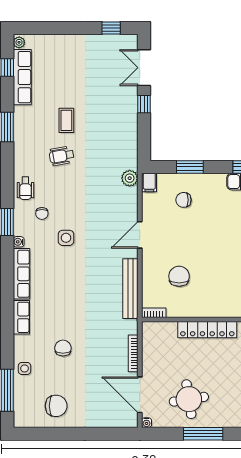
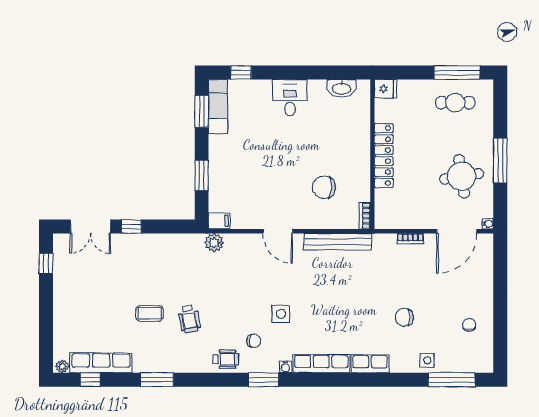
chair: (183, 200) -> (239, 182), removed
bookcase: (133, 353) -> (410, 239), width x0.64
chair: (56, 406) -> (469, 325), width x0.54, depth x0.54

